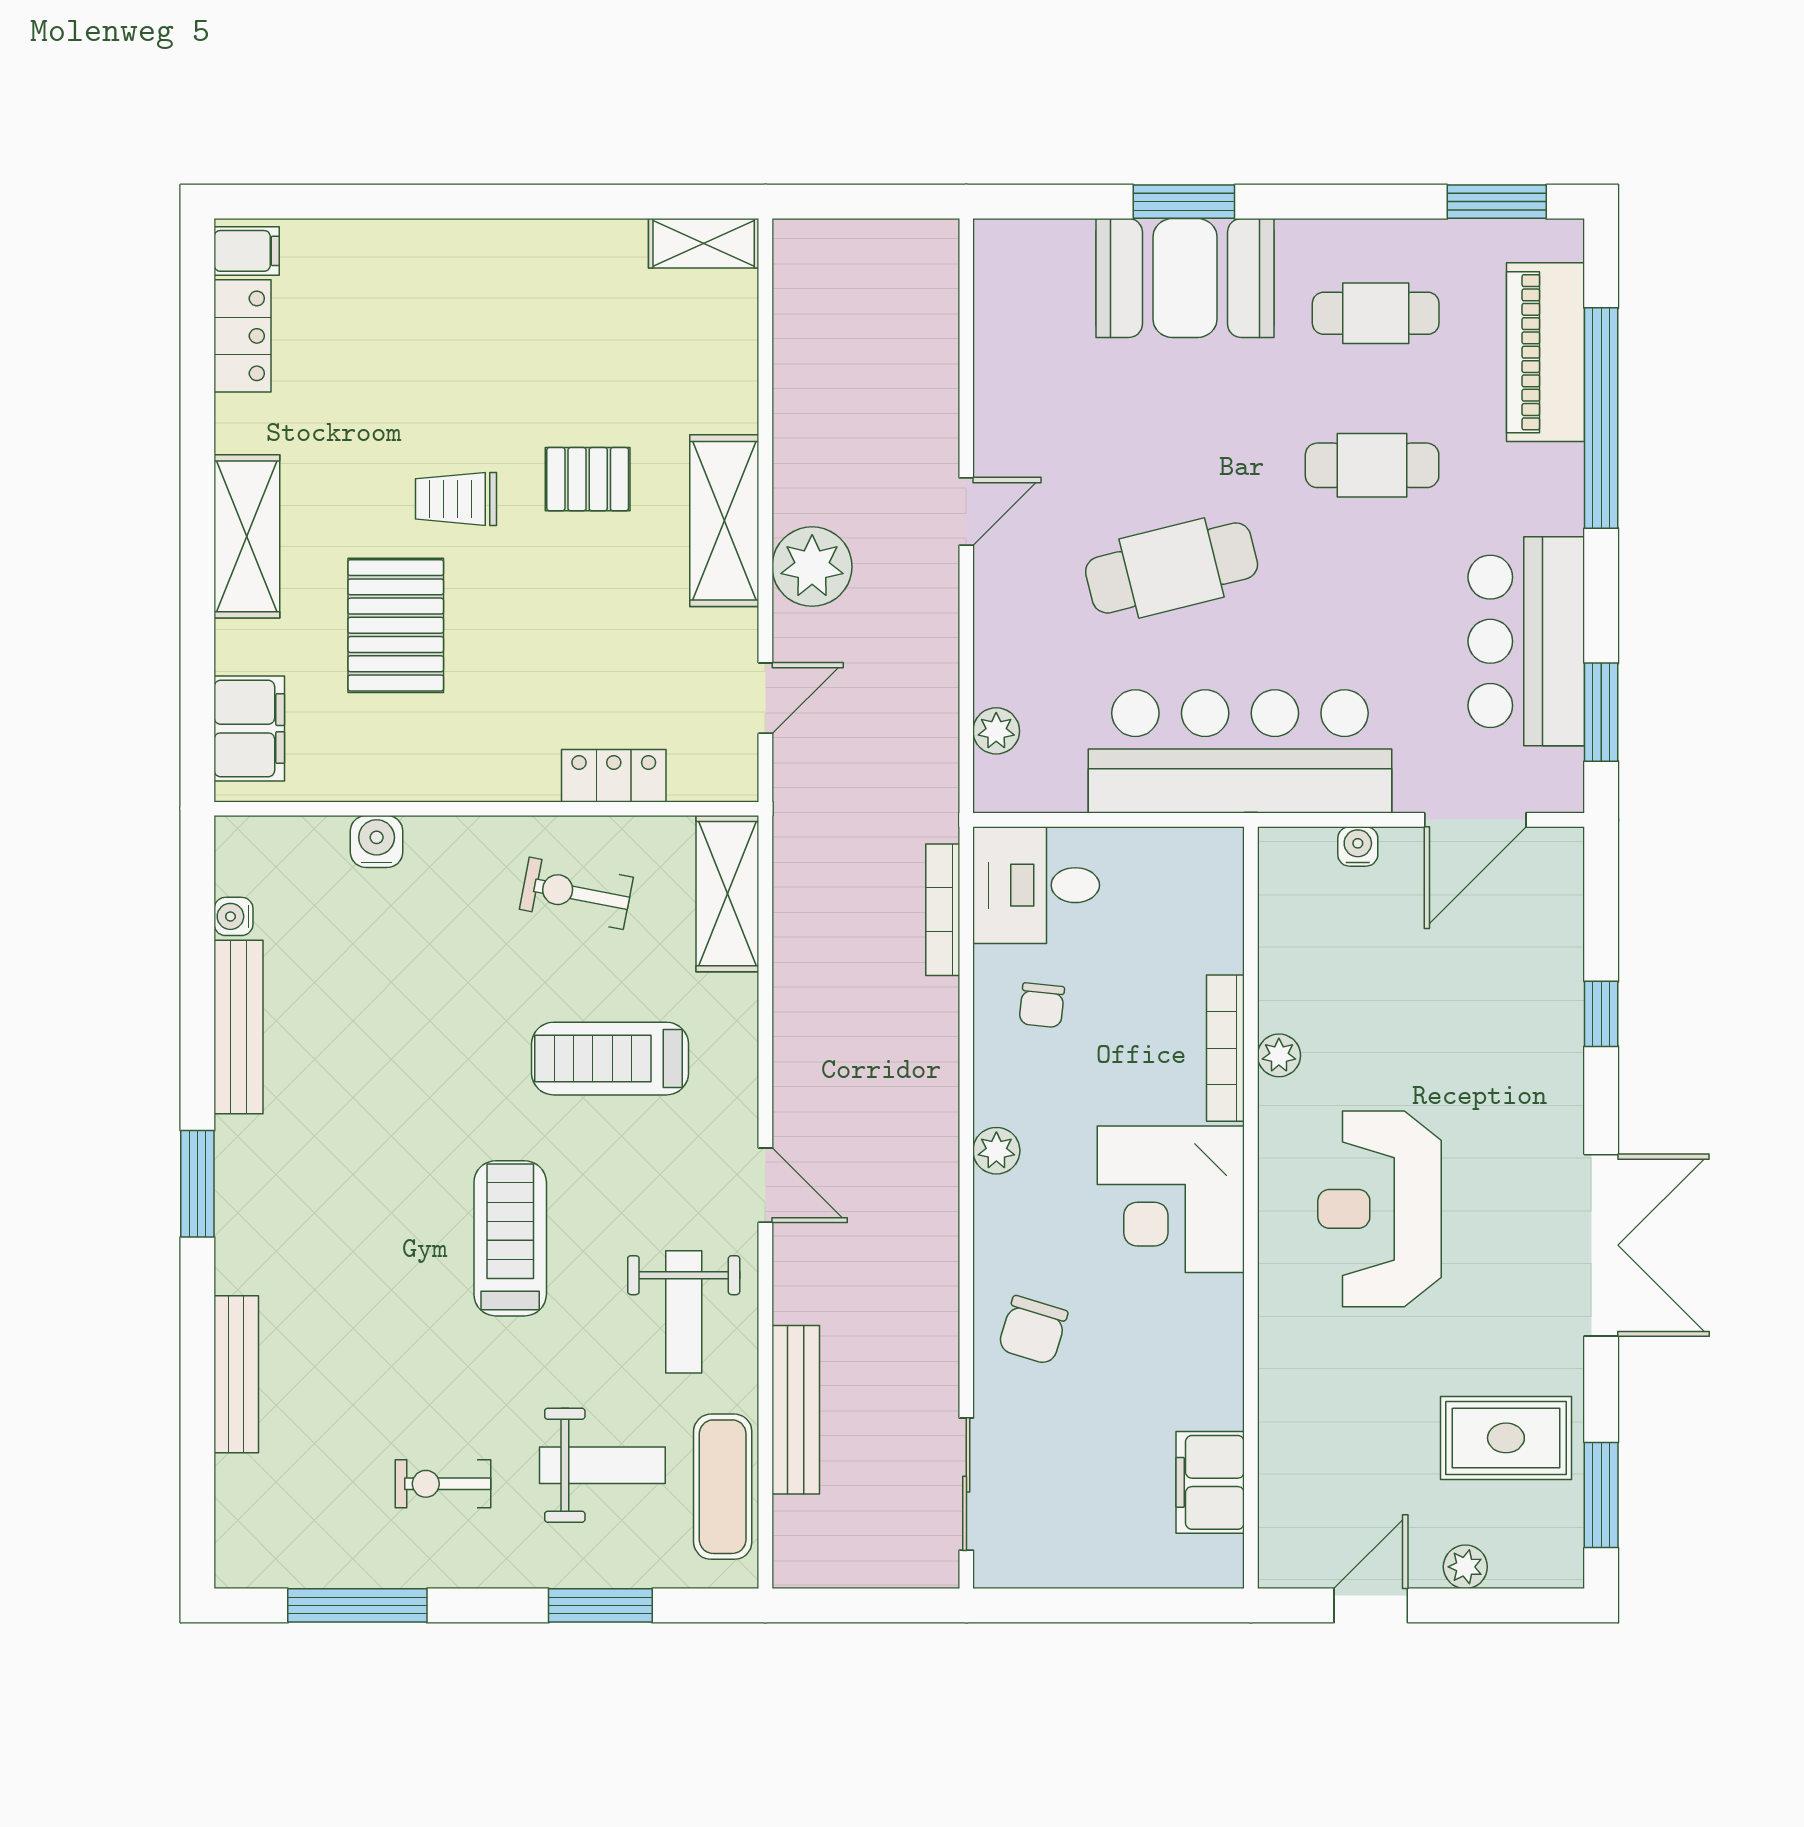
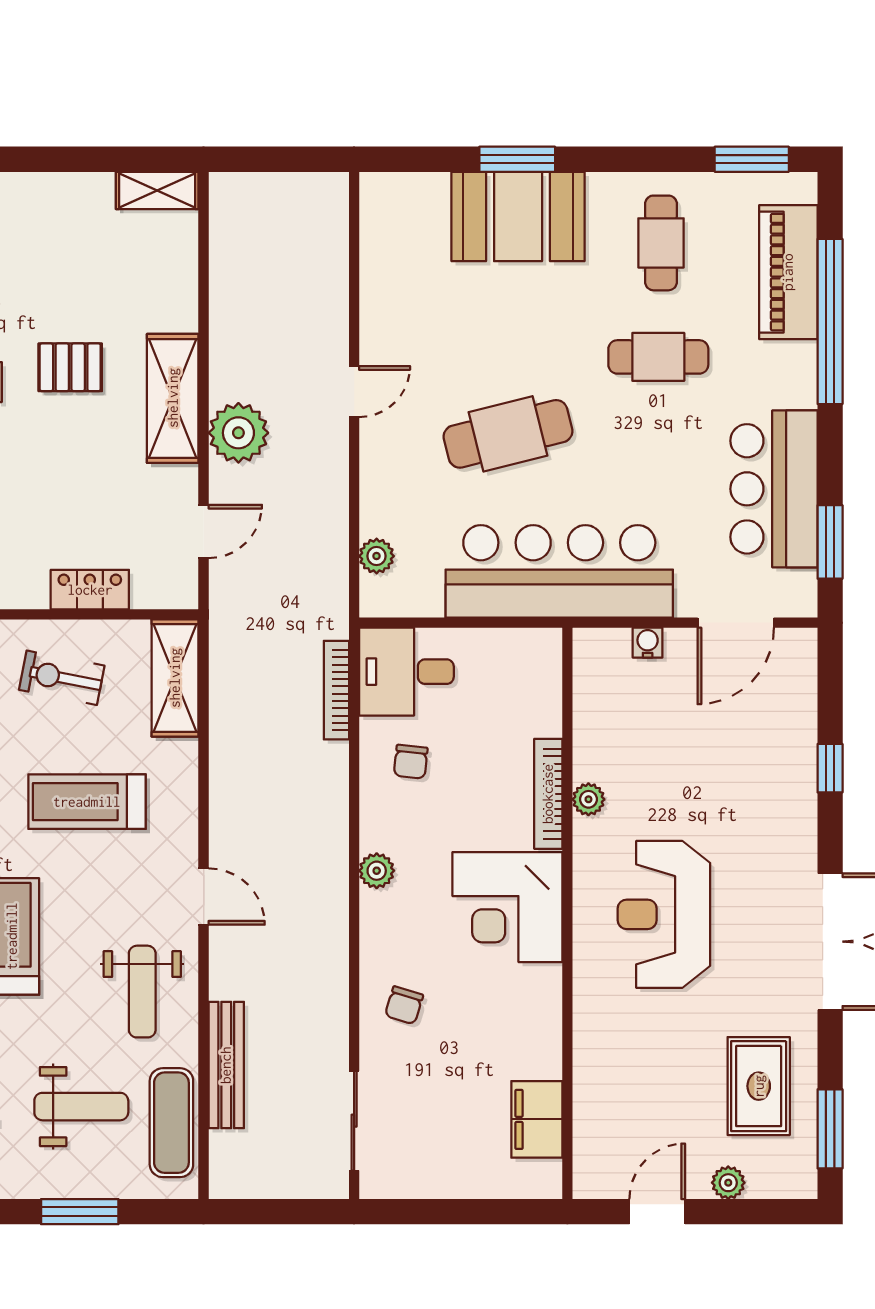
cafe table: (1376, 313) -> (661, 243), turned 90
chair: (1033, 1330) -> (404, 1005), width x0.73, depth x0.73
rug: (1506, 1438) -> (759, 1086), turned 90

